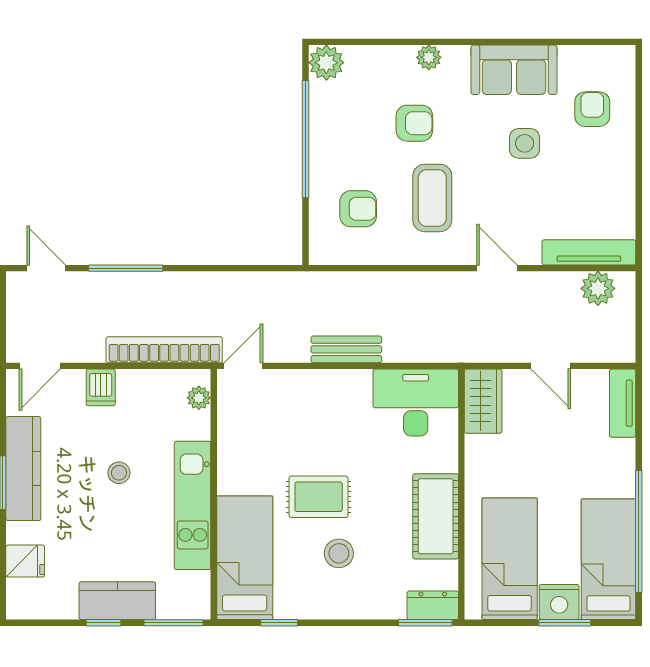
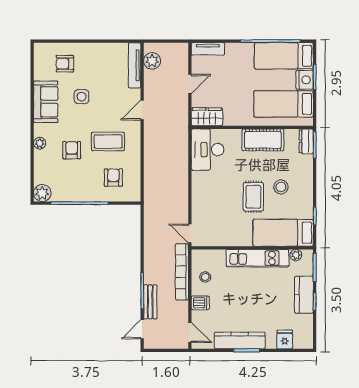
bench: (346, 349) -> (150, 302), moved
plant: (199, 398) -> (296, 255), moved
stool: (119, 473) -> (205, 277), moved

